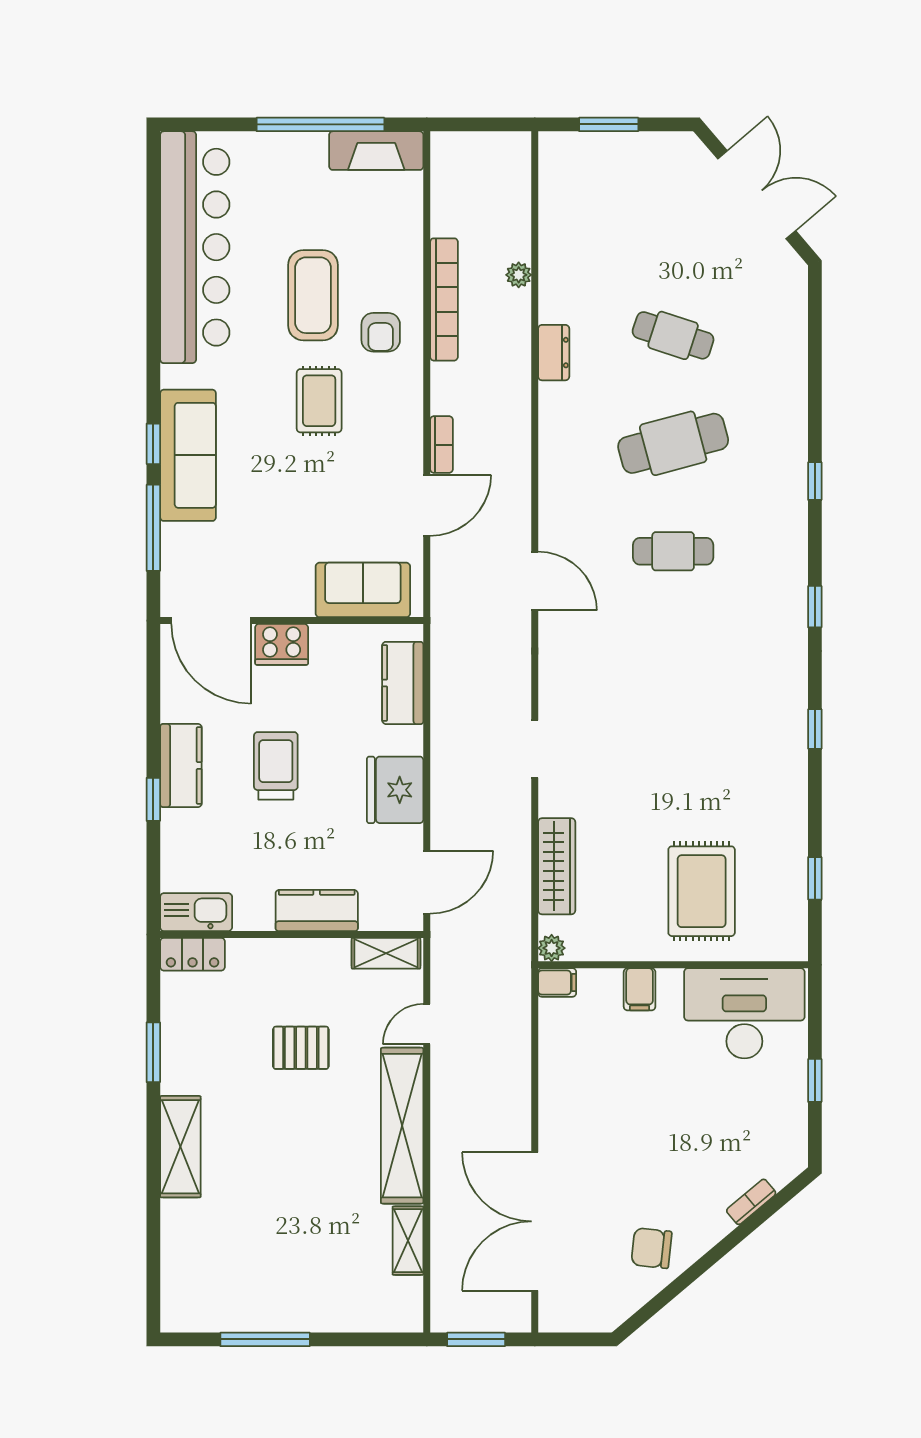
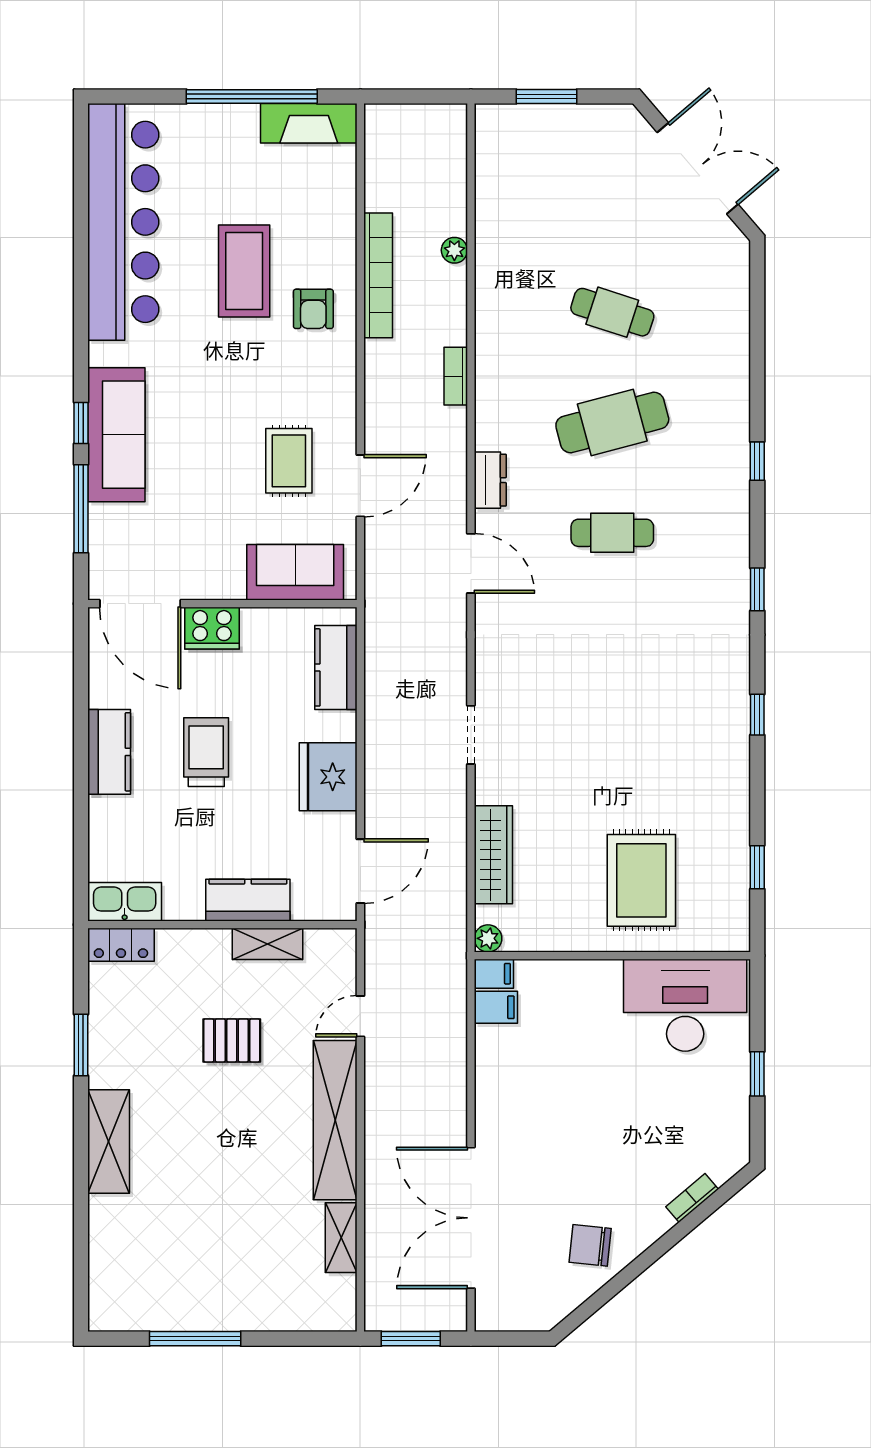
dresser: (554, 353) -> (490, 480), moved
rug: (319, 401) -> (289, 461), moved
bookcase: (441, 445) -> (456, 376), moved, turned 180
window: (153, 799) -> (81, 786), removed
shelving: (386, 953) -> (267, 944), moved
filing cabinet: (640, 989) -> (496, 1007), moved, turned -90

